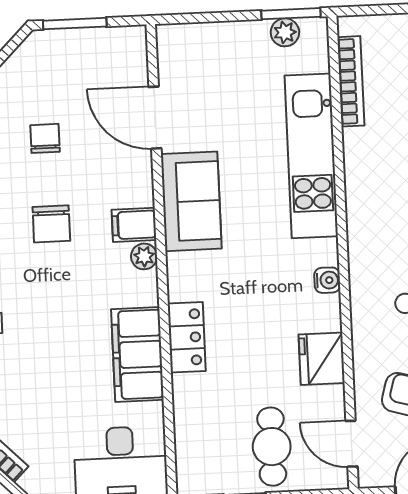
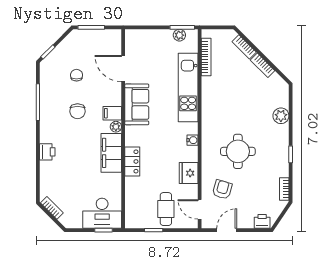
filing cabinet: (137, 354) -> (111, 153), moved

